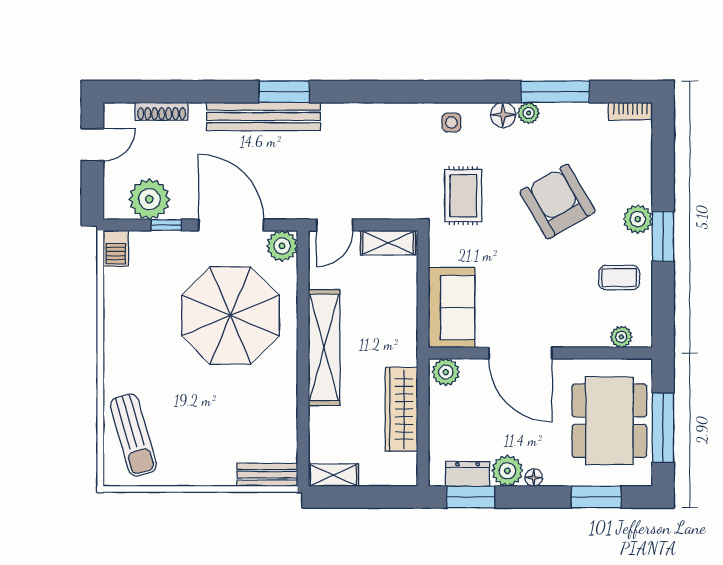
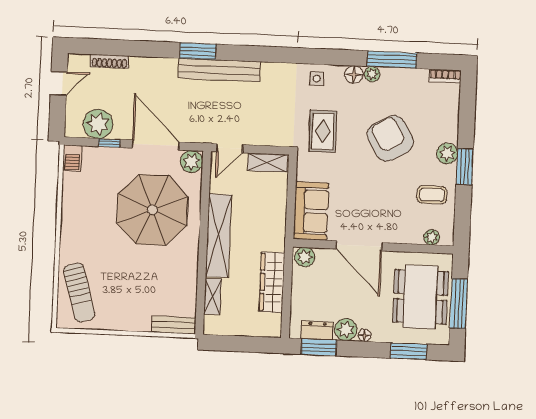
bench: (263, 116) -> (219, 70), moved
shelving: (333, 475) -> (213, 296), moved, turned 90

